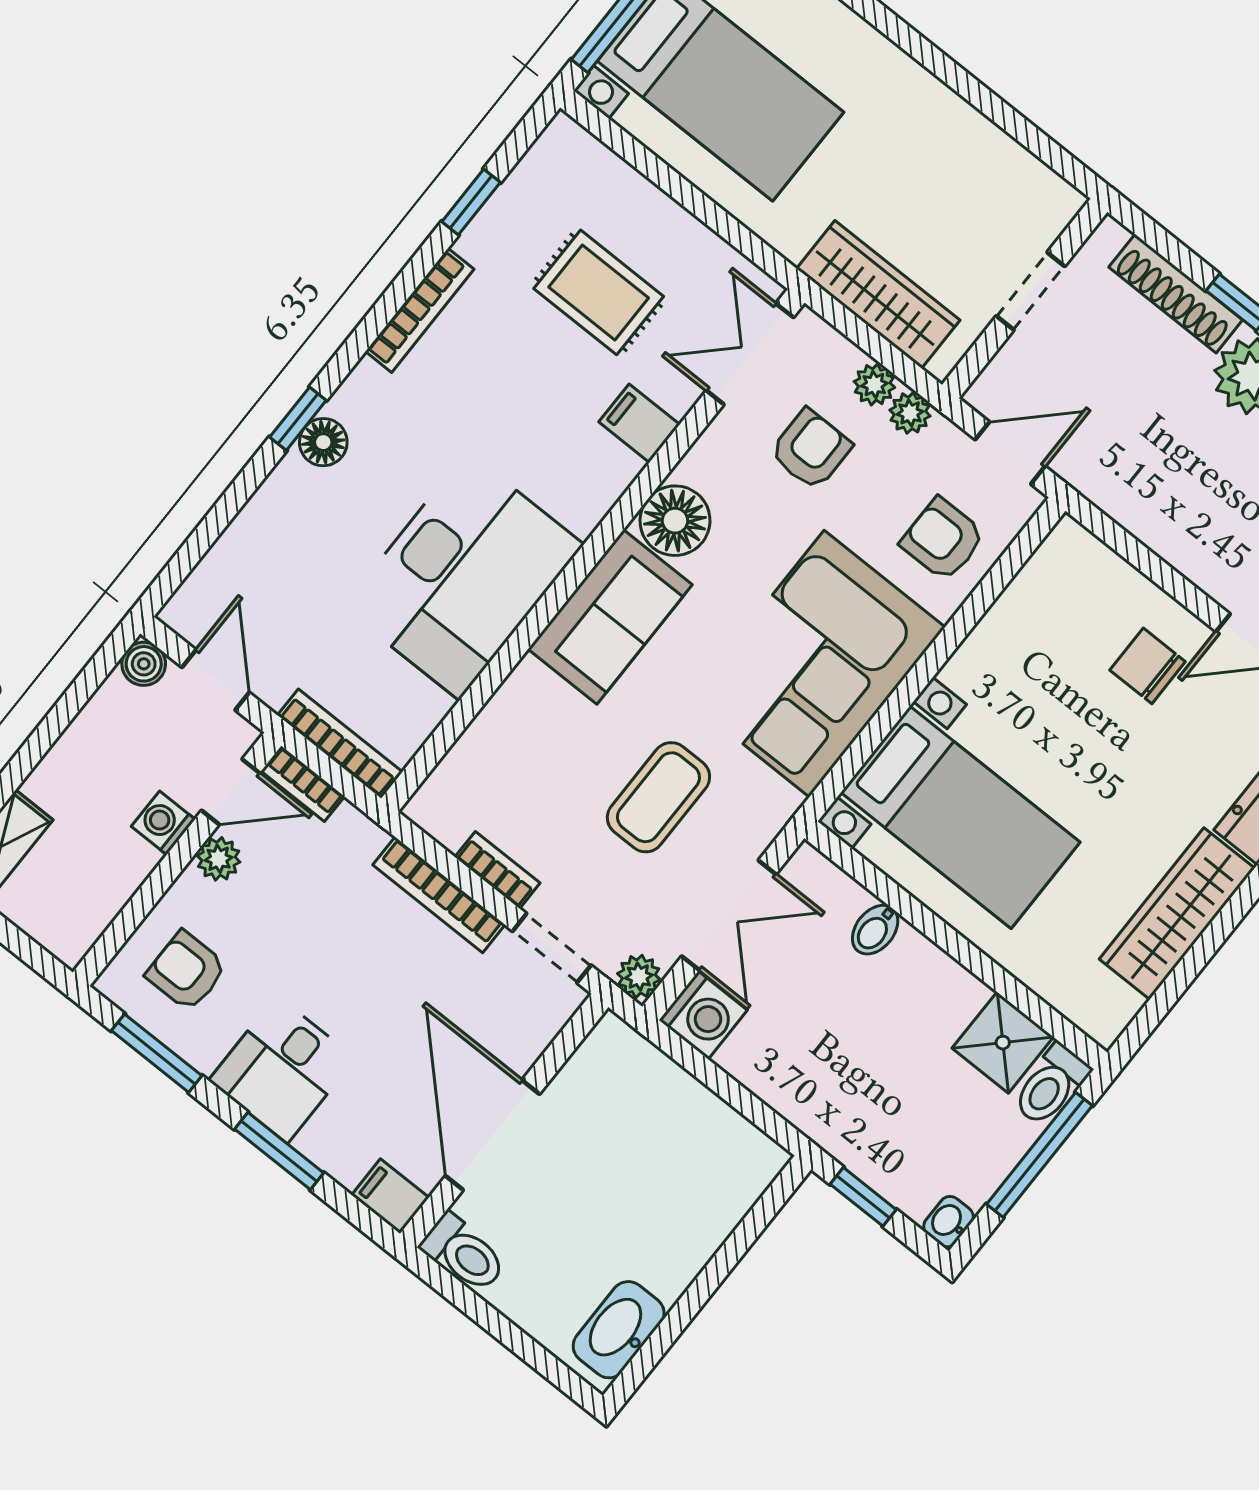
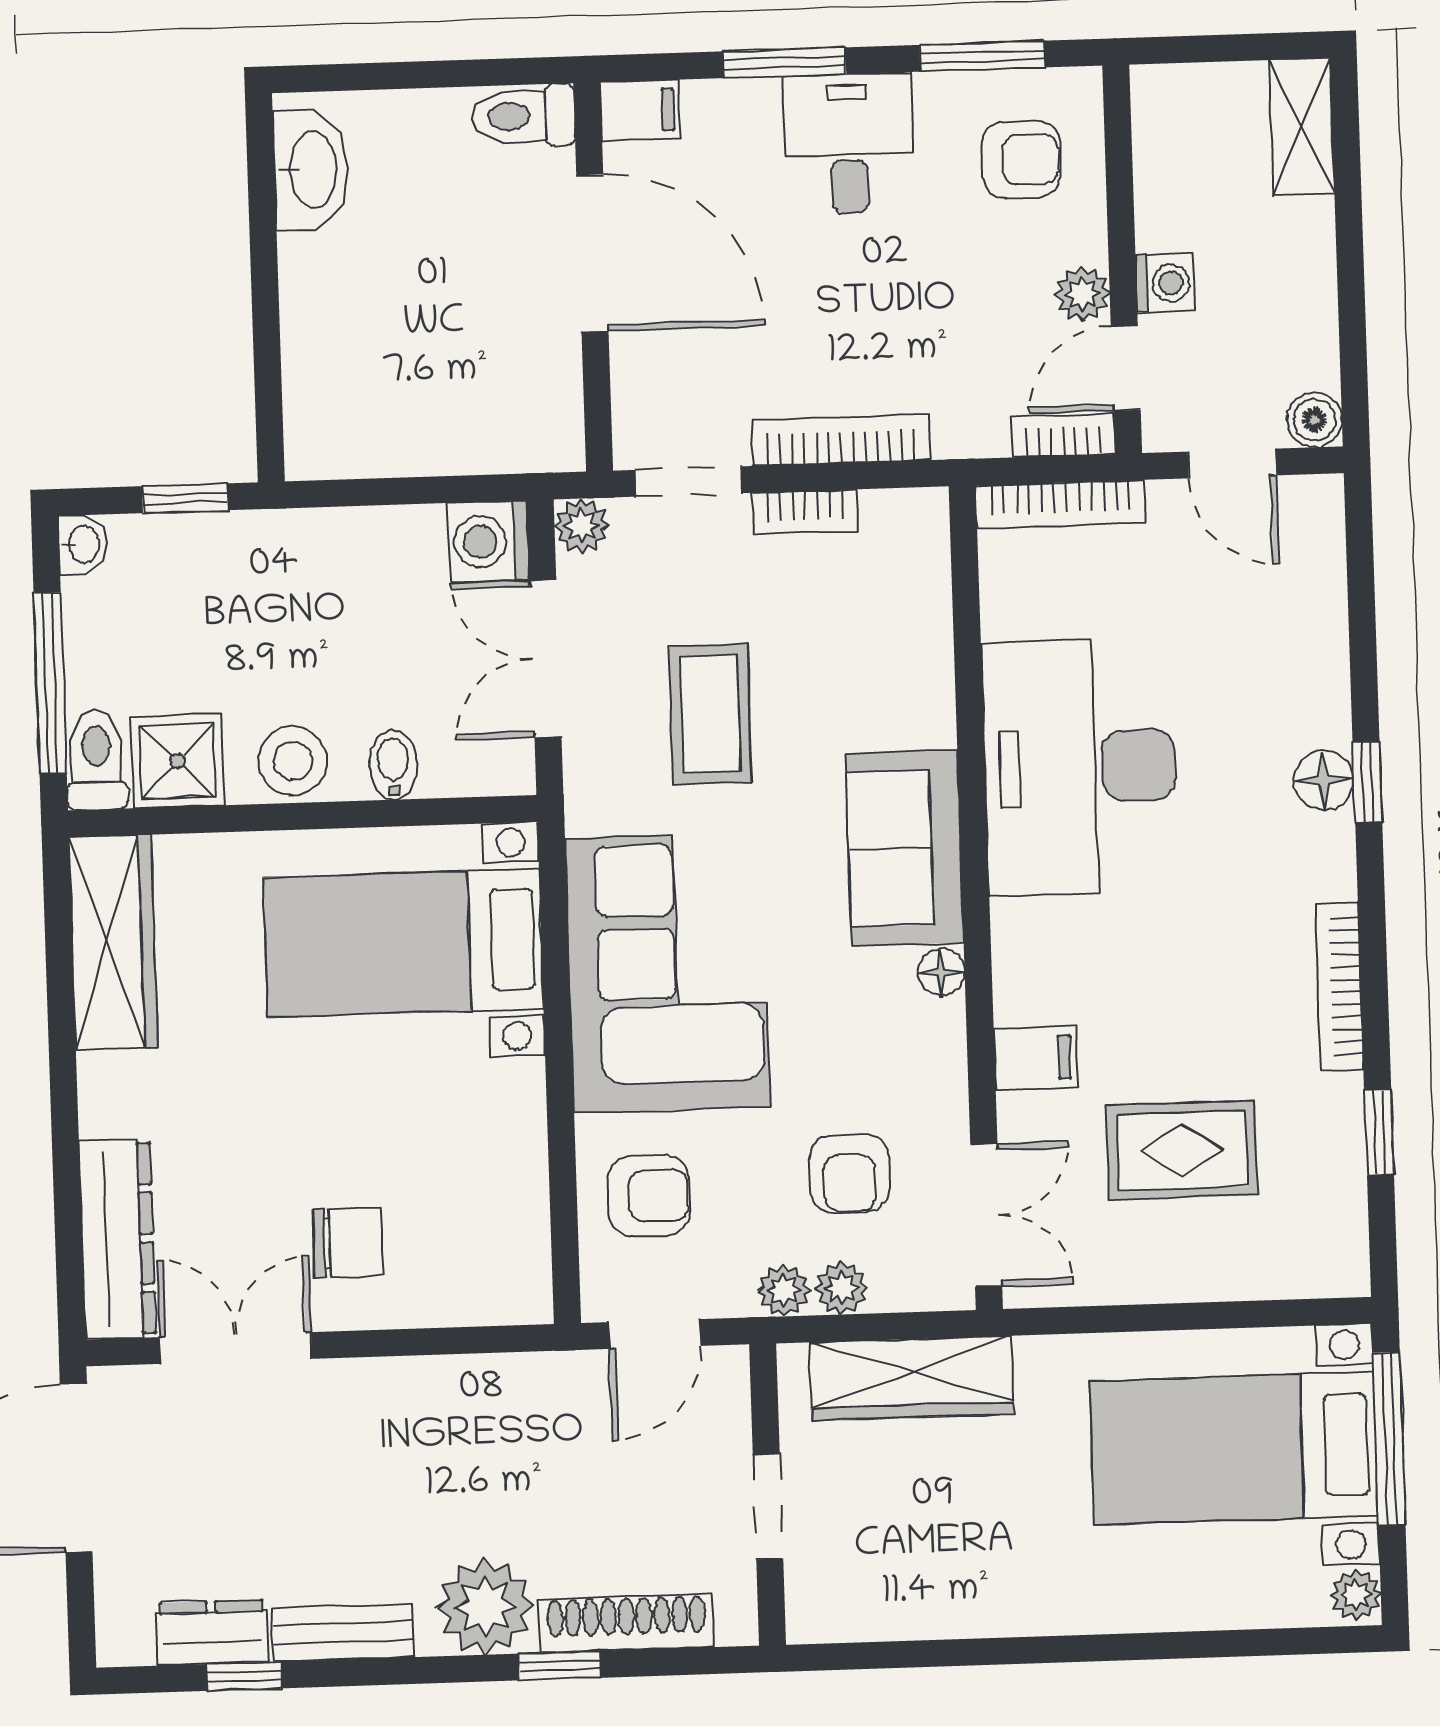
floor lamp: (675, 521) -> (941, 972), width x0.53, depth x0.53
wardrobe: (1177, 914) -> (113, 942), moved
stool: (934, 984) -> (293, 761), added

